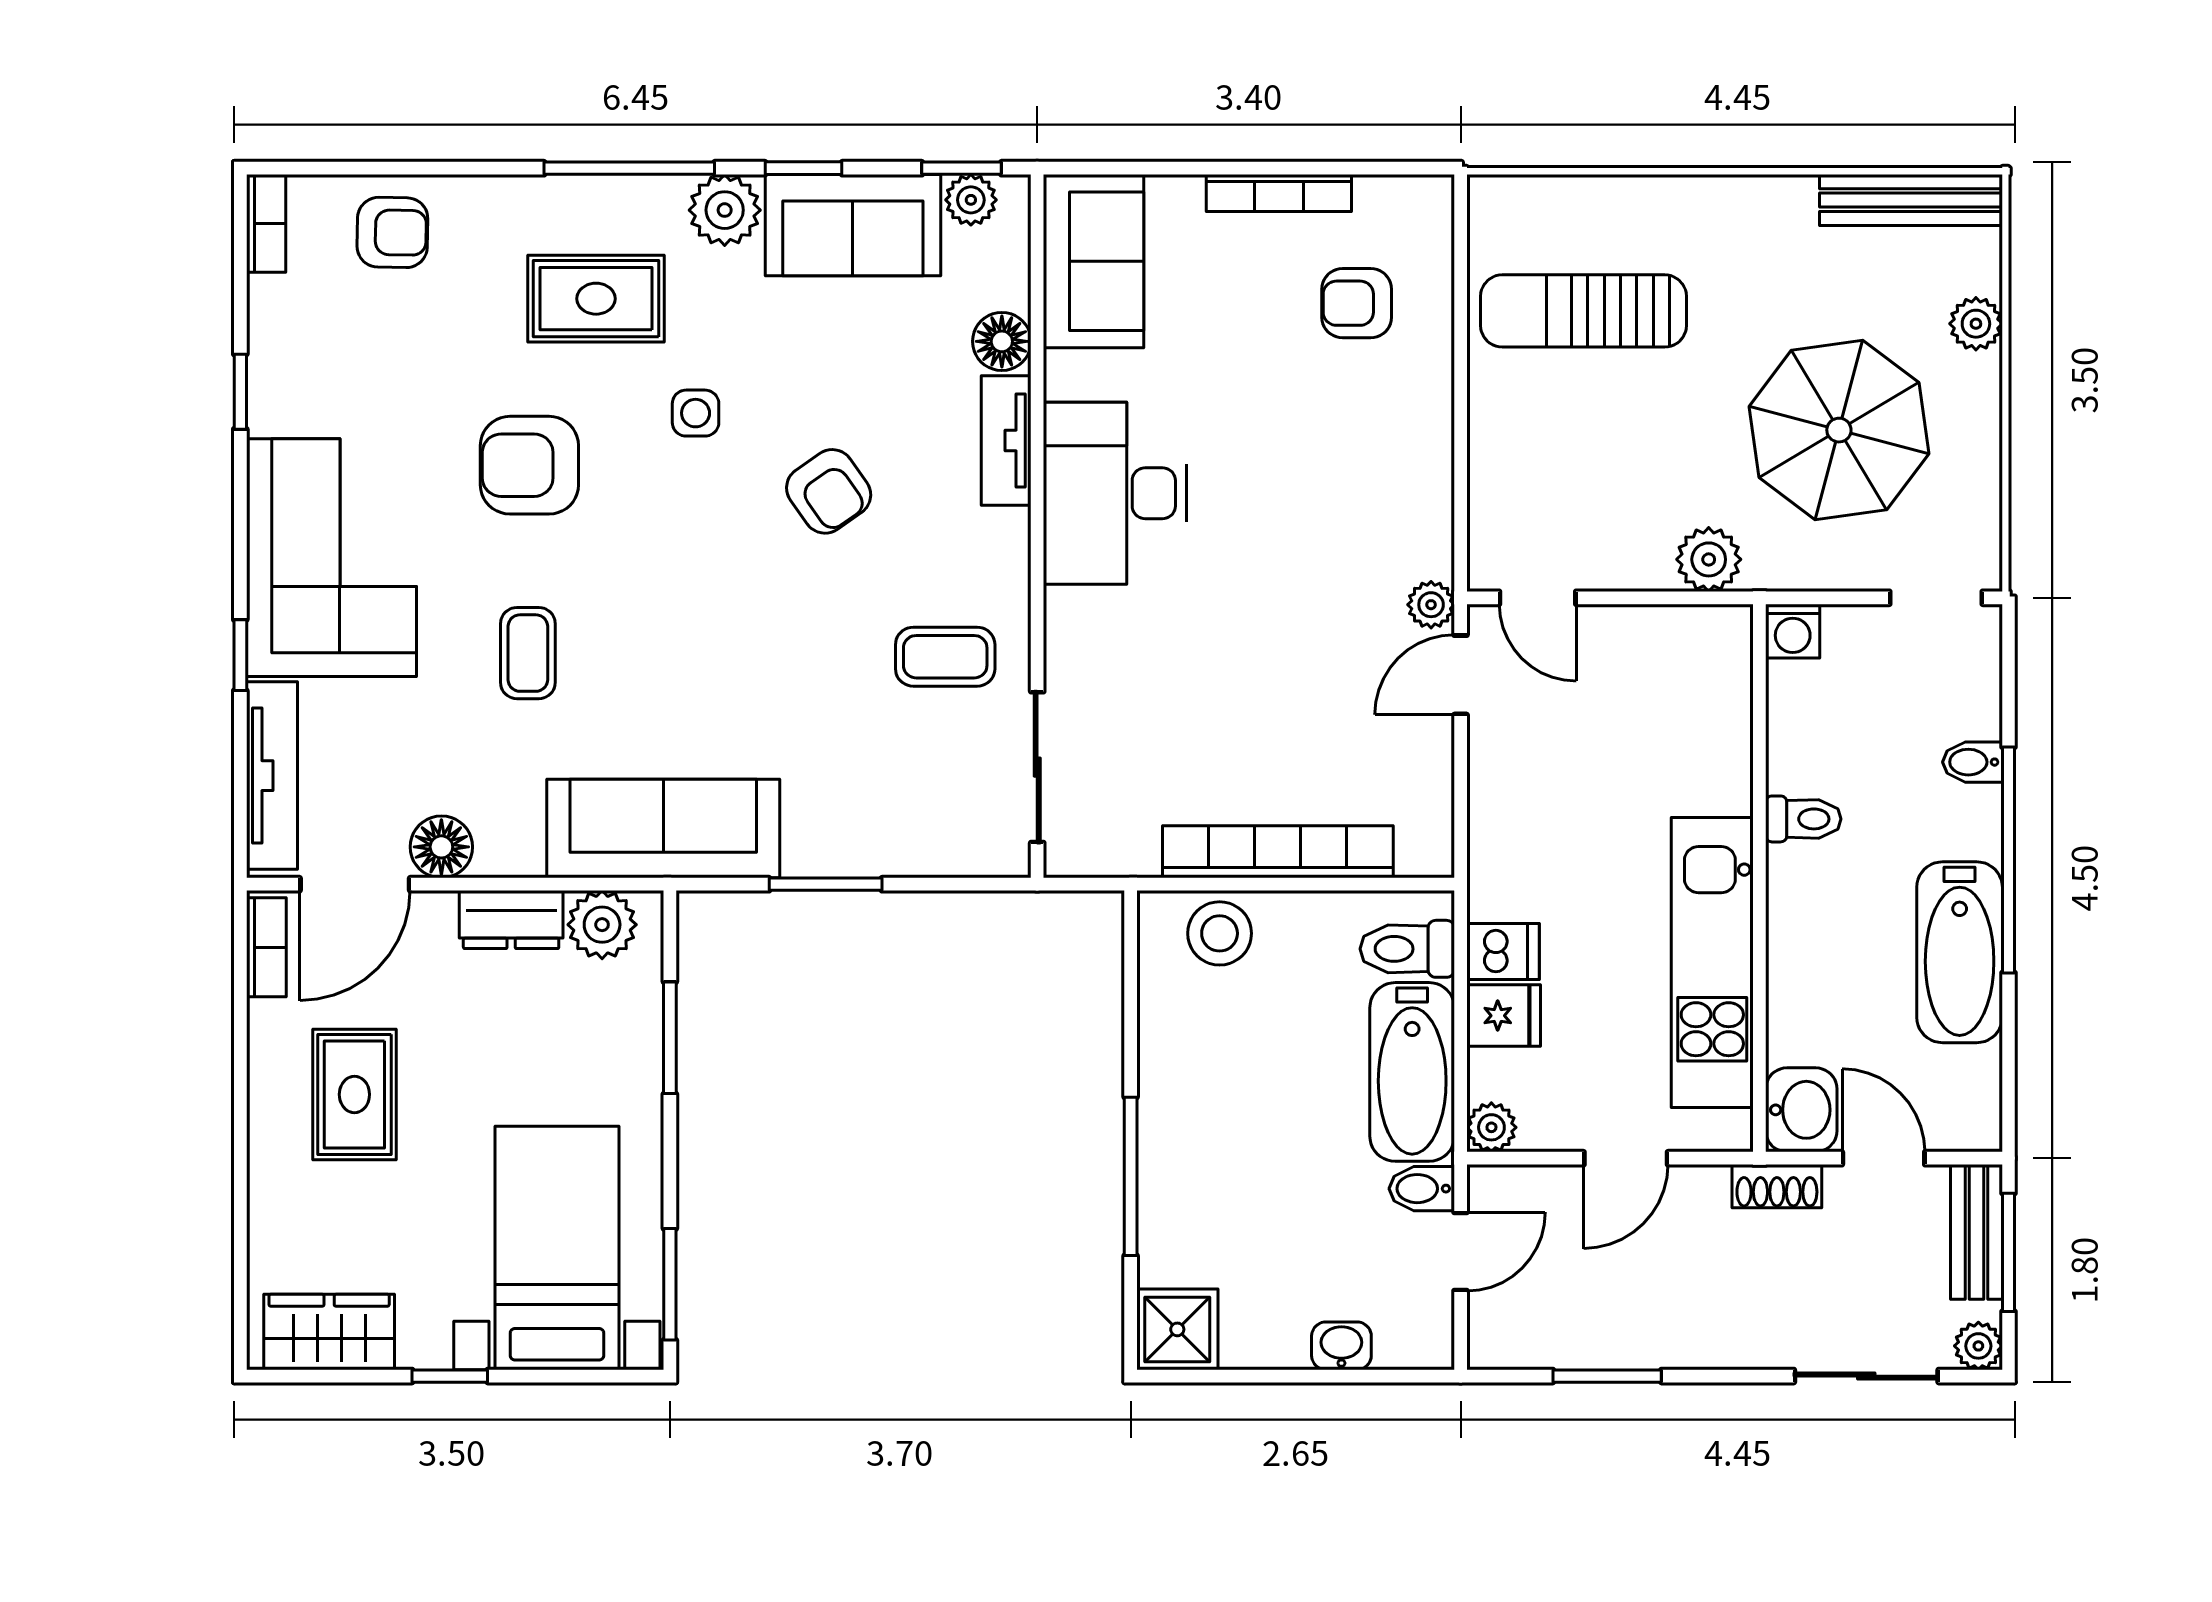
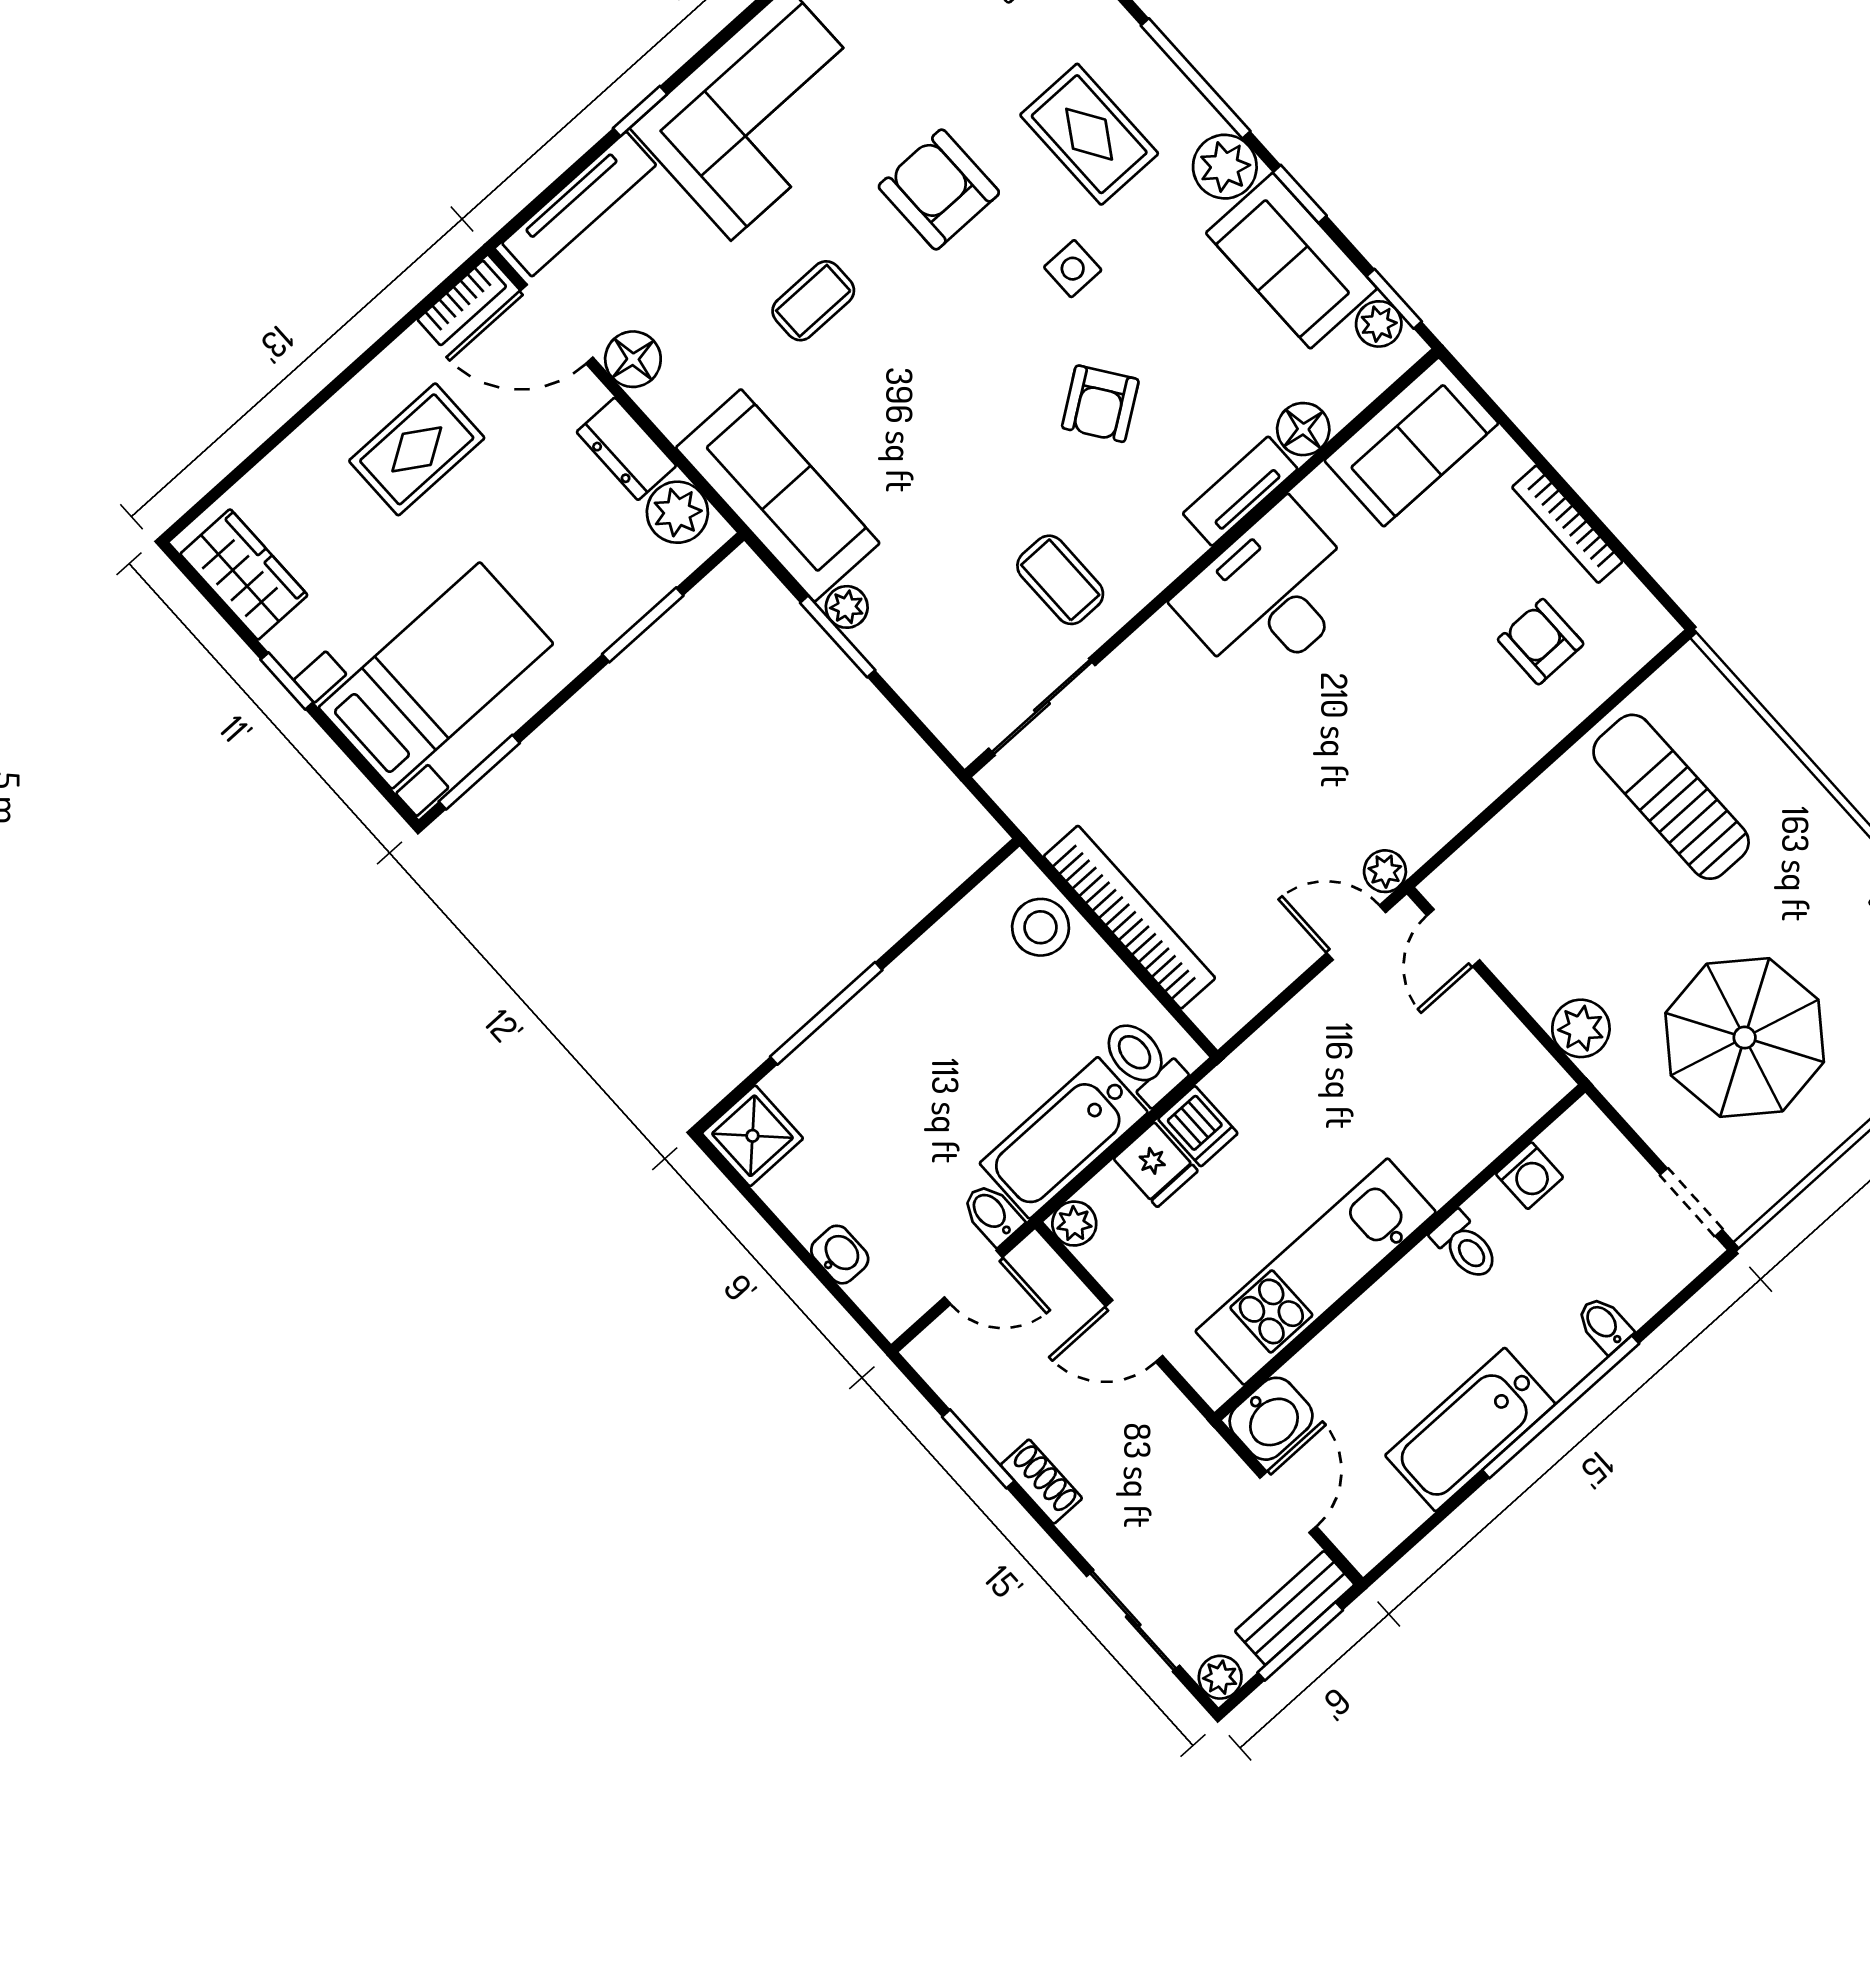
washing machine: (1793, 631) -> (1529, 1176), moved, turned -90
plant: (808, 855) -> (847, 607), added
shoe rack: (1777, 1186) -> (1041, 1482), moved, turned 180

